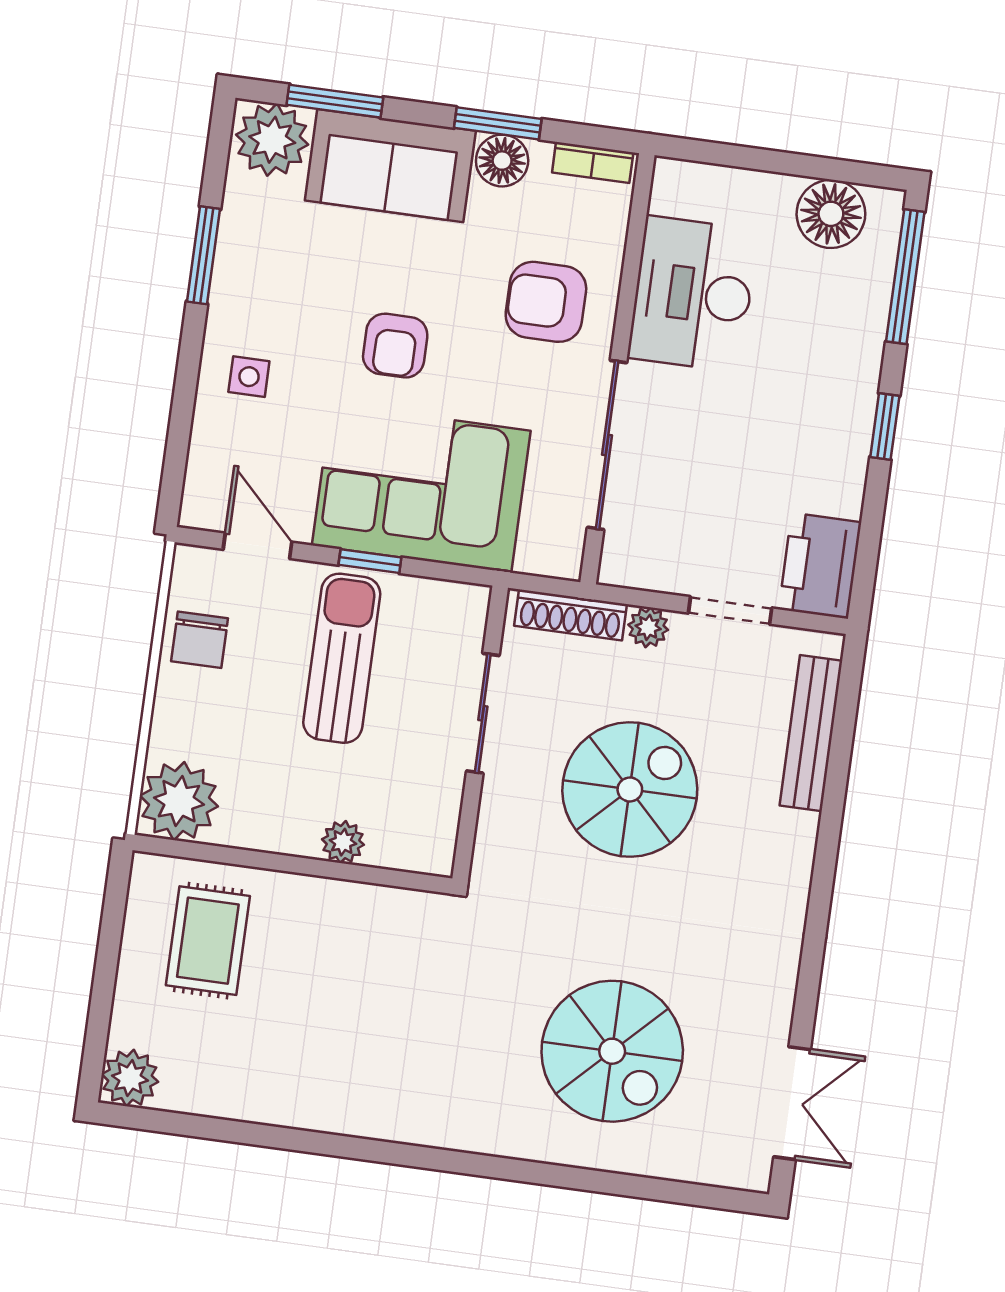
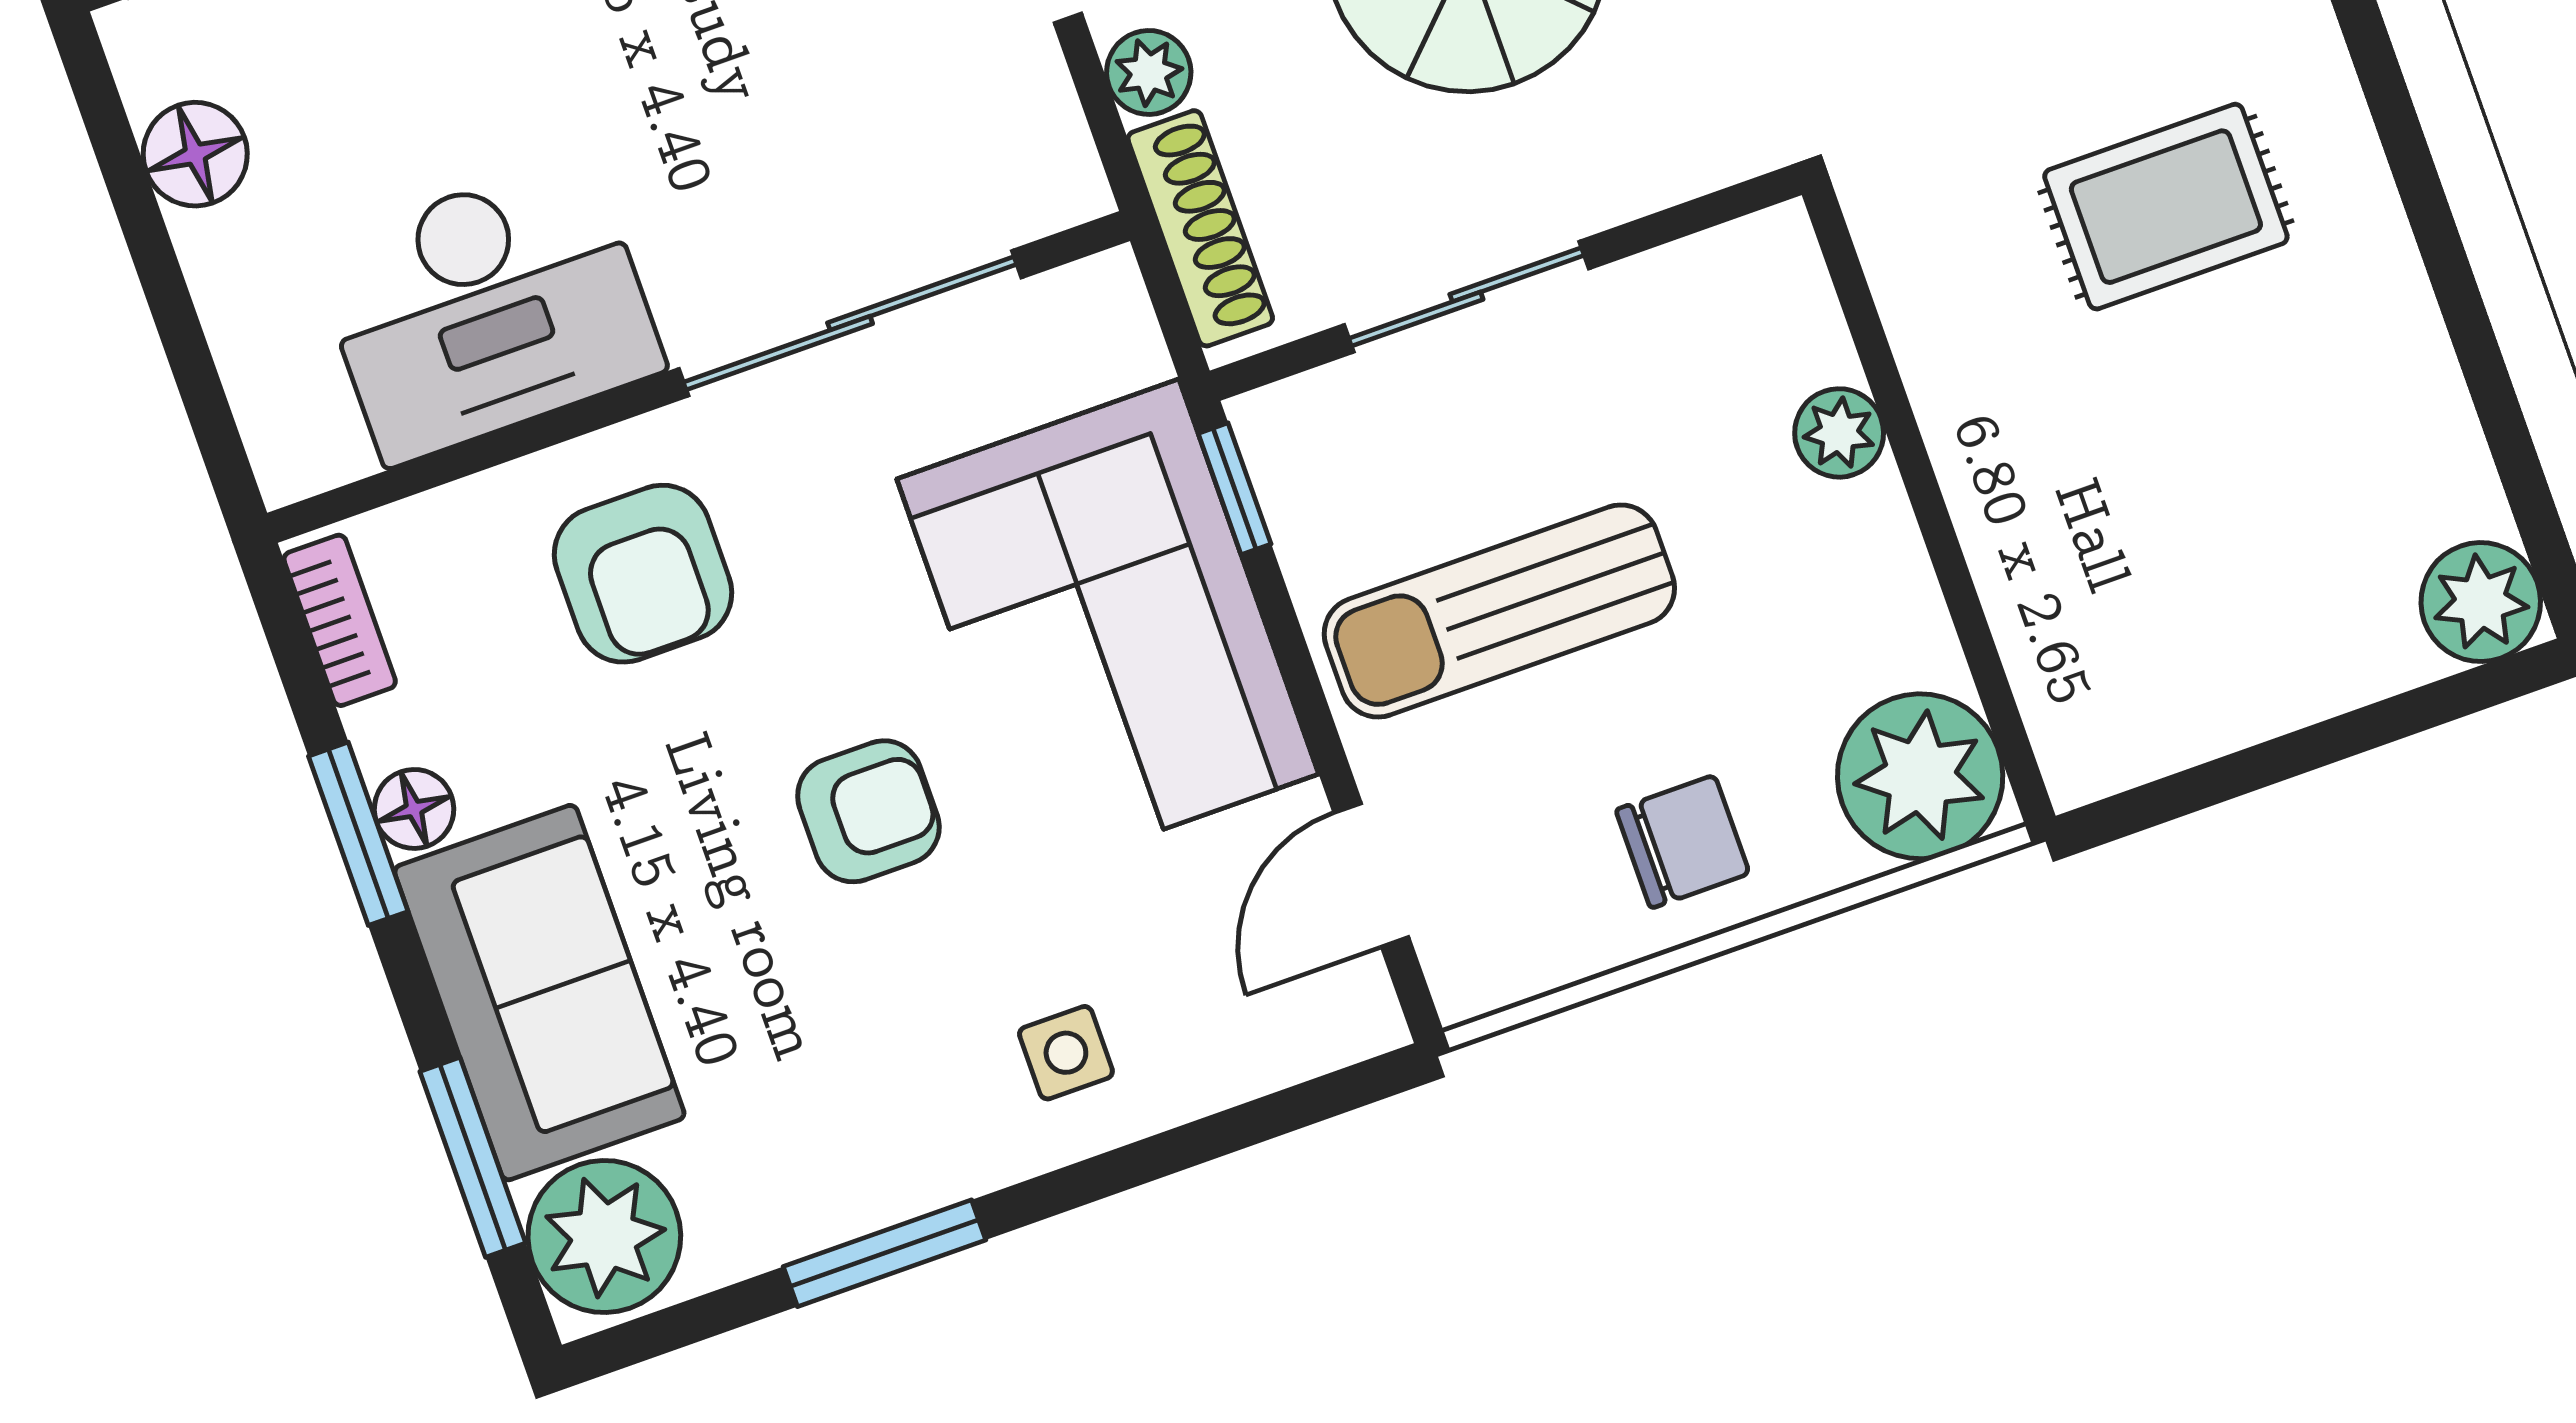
floor lamp: (502, 161) -> (414, 809), width x0.73, depth x0.73
floor lamp: (831, 214) -> (195, 154), width x0.73, depth x0.73
window: (370, 561) -> (1235, 489), moved
chair: (200, 640) -> (1683, 842), moved
rug: (208, 941) -> (2166, 207), moved

